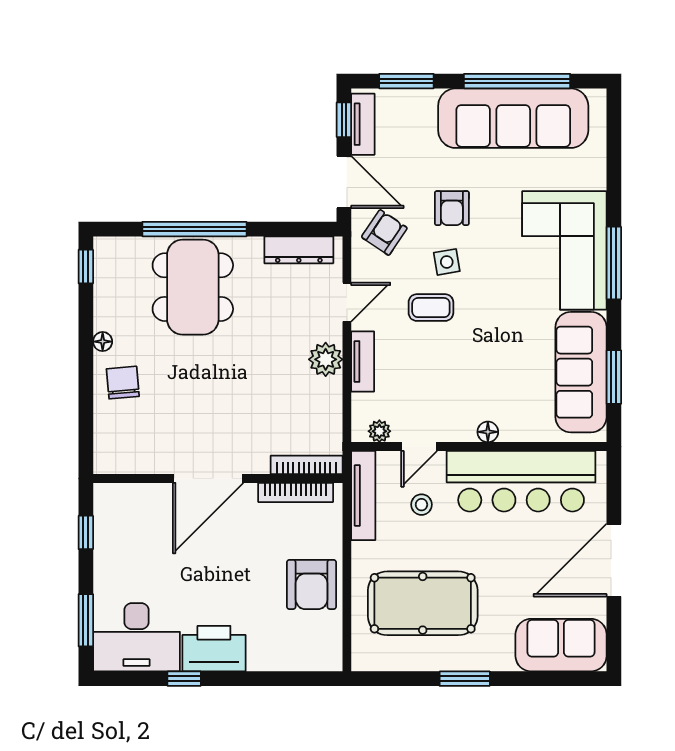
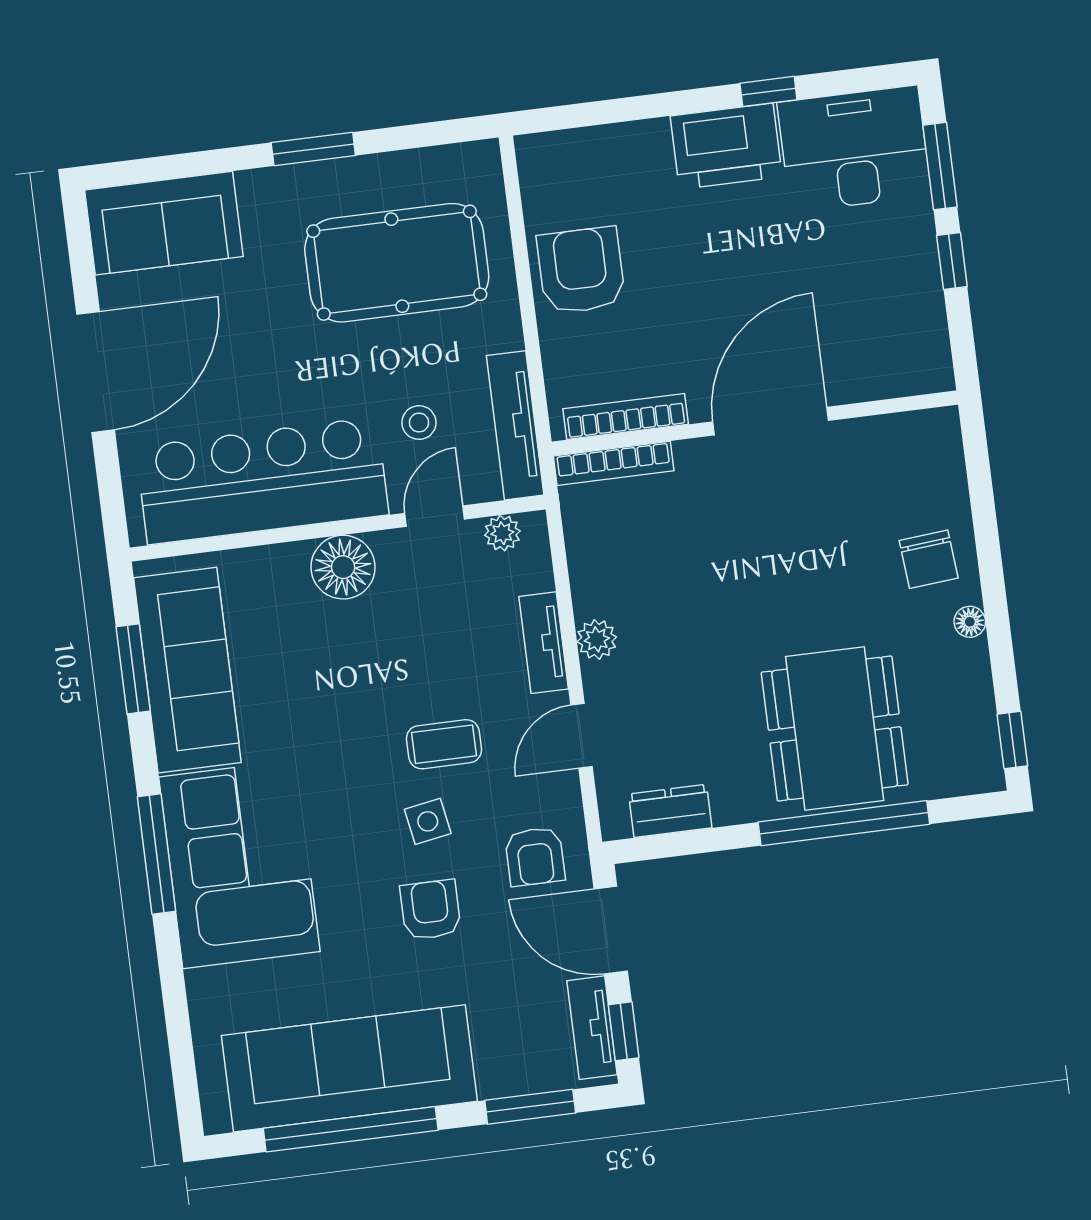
armchair: (384, 232) -> (535, 856), turned -34
dresser: (299, 250) -> (670, 811), width x0.70
plant: (326, 359) -> (597, 639), width x0.73, depth x0.73
floor lamp: (488, 432) -> (343, 567), width x1.89, depth x1.89
window: (86, 532) -> (952, 261), moved

